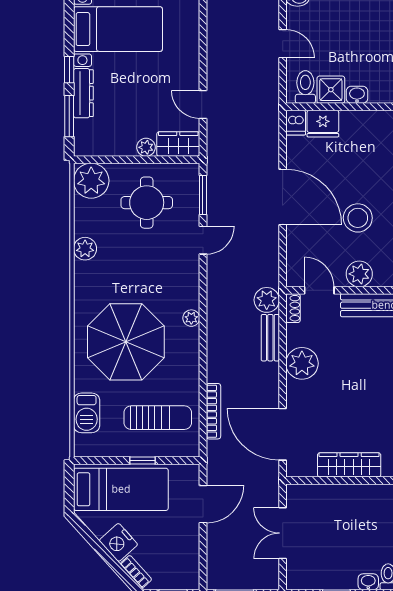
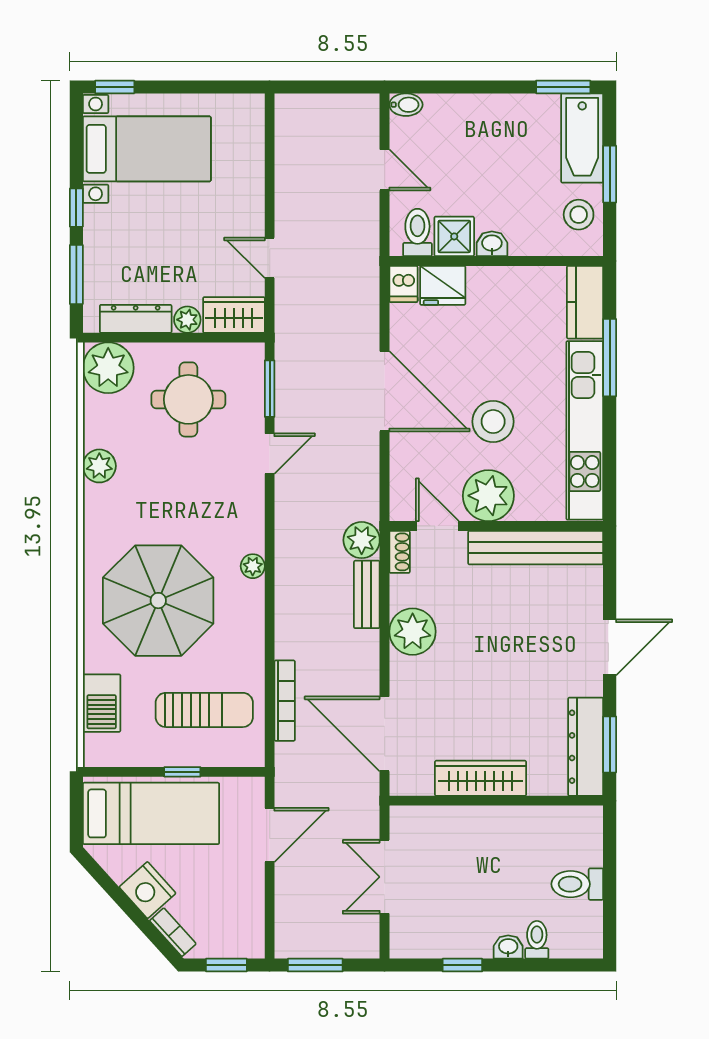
dresser: (83, 93) -> (136, 319), moved, turned -90
plant: (359, 274) -> (488, 496), width x1.36, depth x1.36

